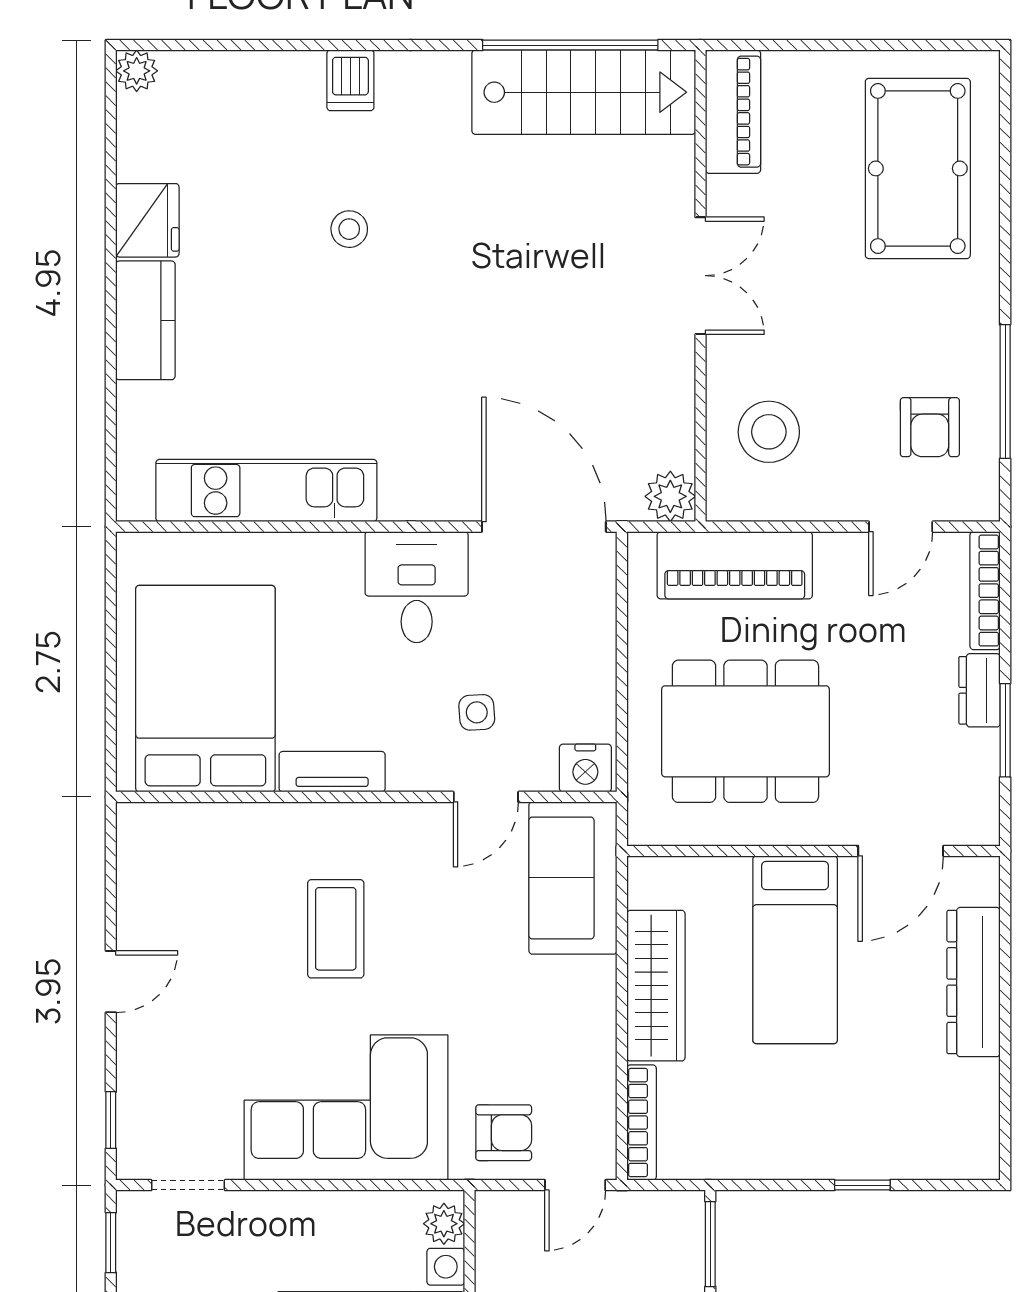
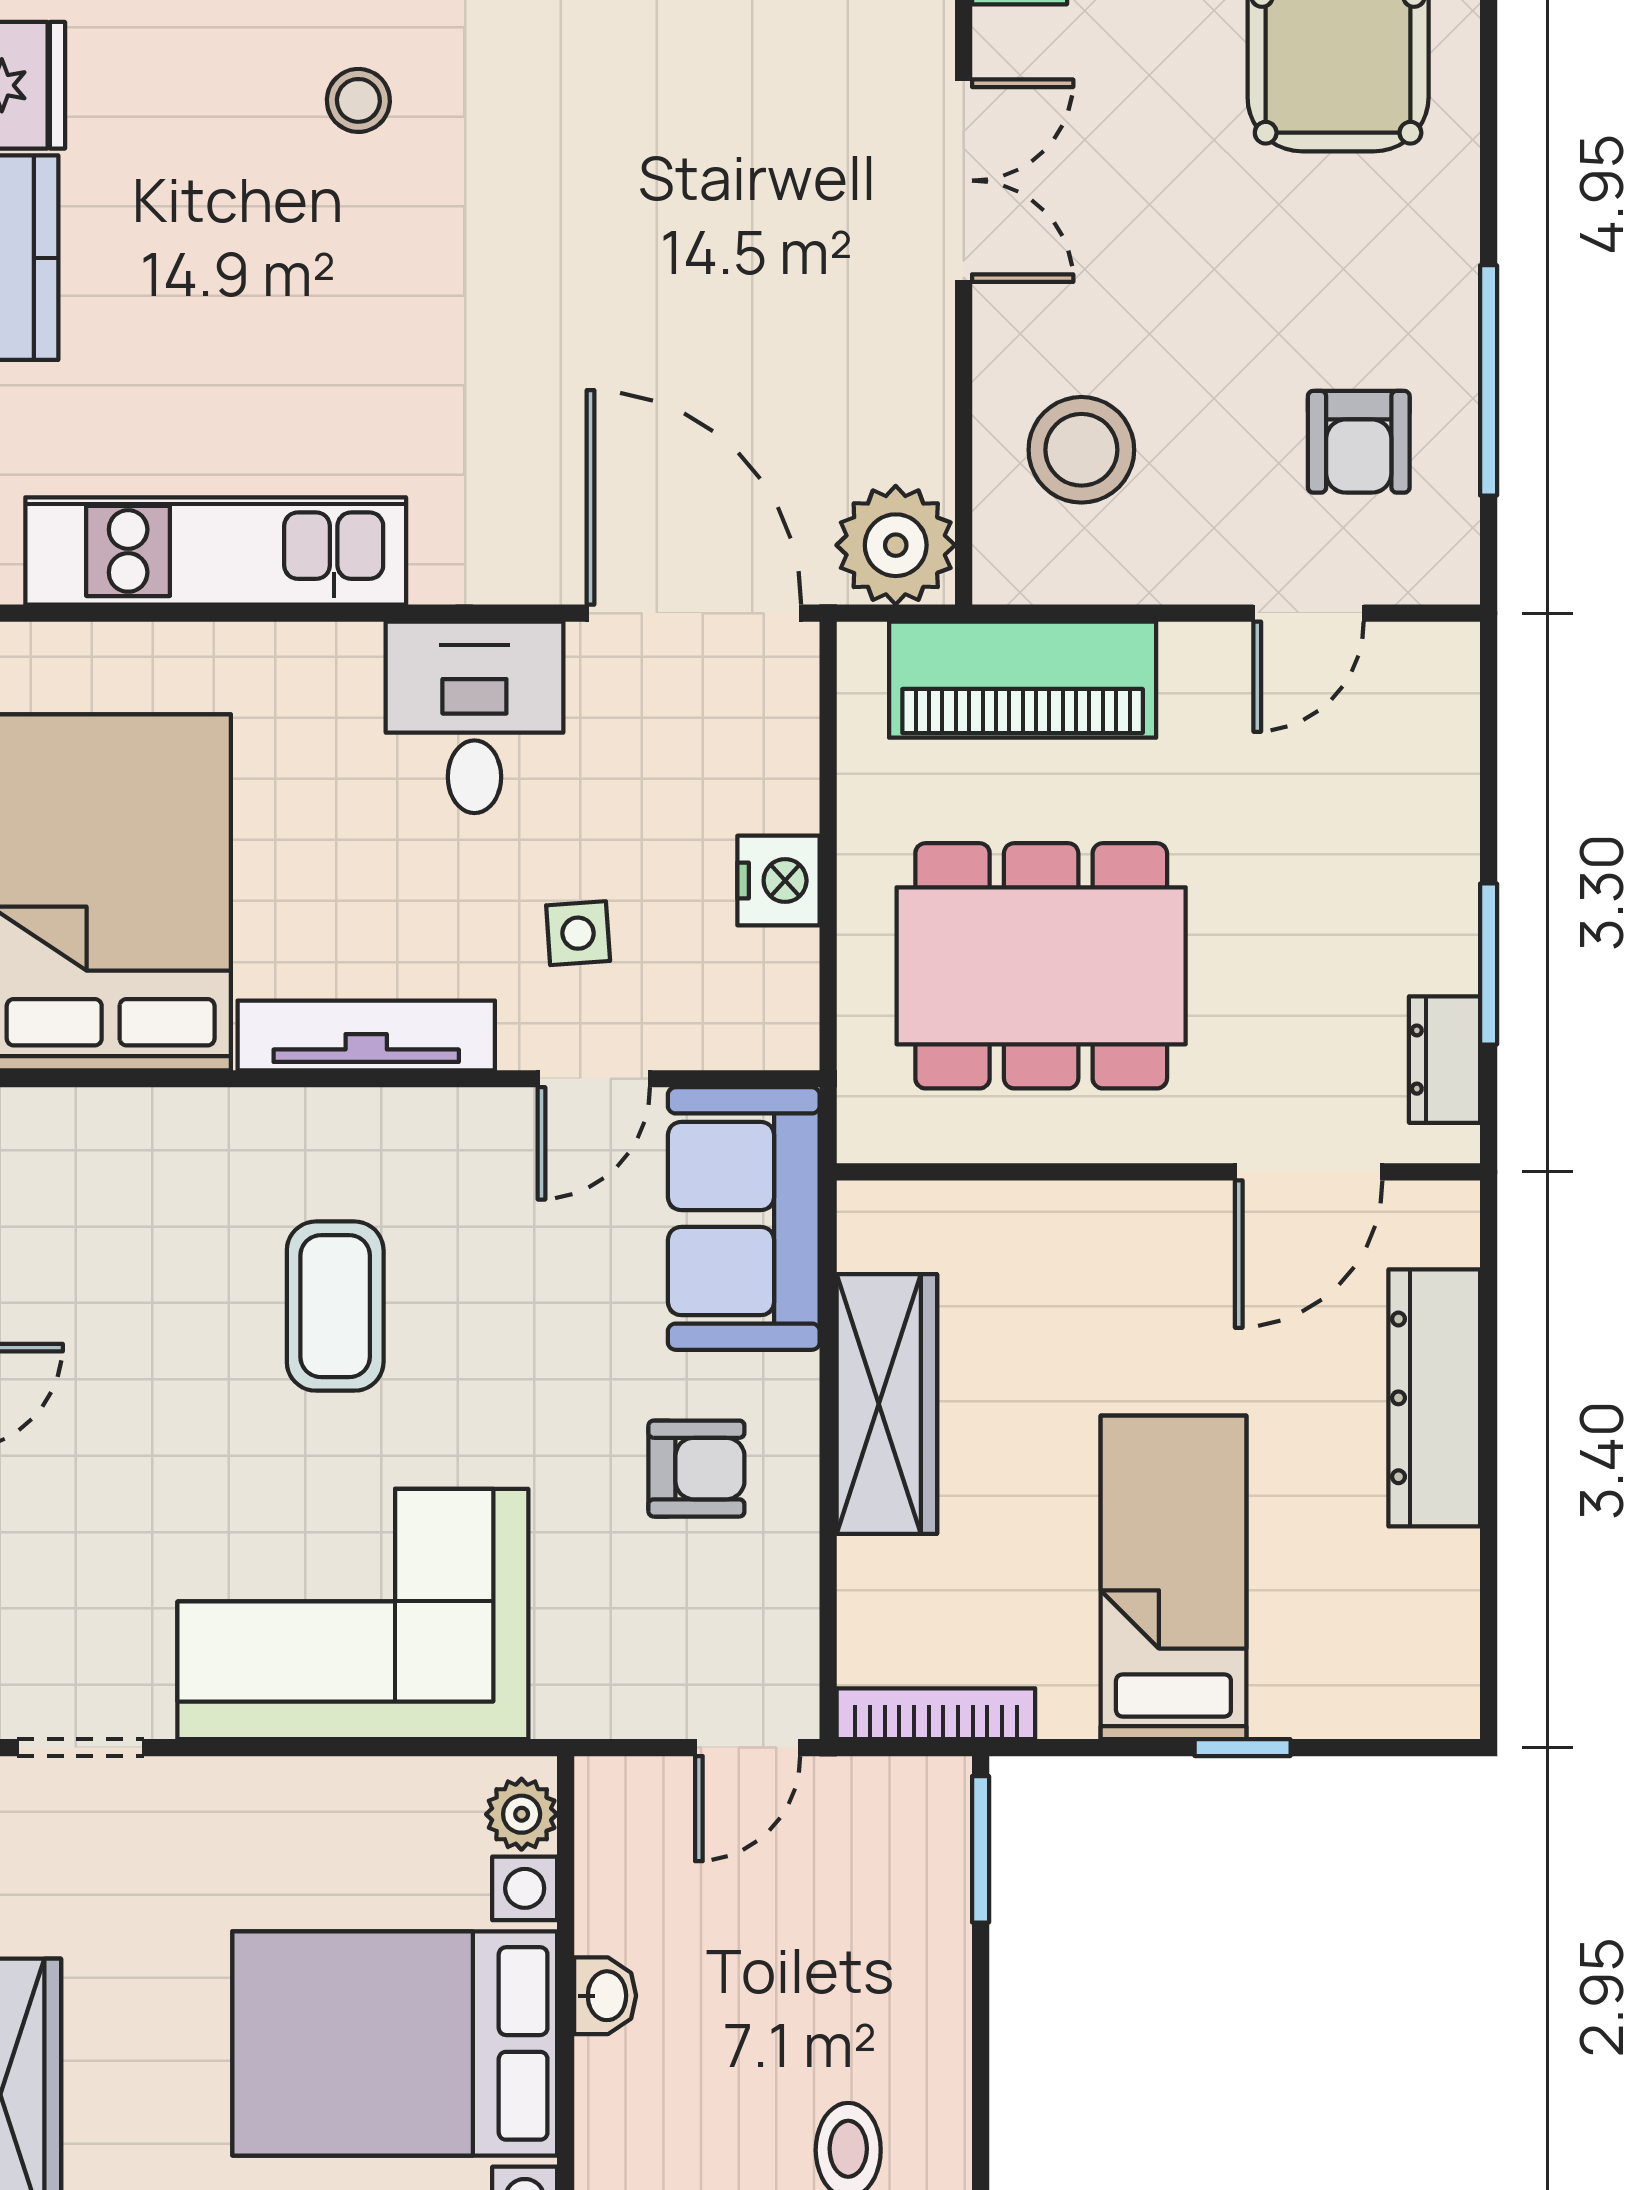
plant: (670, 496) -> (896, 545), width x1.36, depth x1.36
bookcase: (985, 591) -> (1454, 723), removed
dresser: (980, 690) -> (1445, 1060), moved
nightstand: (585, 768) -> (778, 881), moved, turned -90
tv unit: (332, 772) -> (366, 1035), width x1.41
bed: (795, 950) -> (1173, 1577), moved, turned 180
bookcase: (642, 1123) -> (936, 1714), moved, turned -90
armchair: (504, 1133) -> (696, 1469), moved

